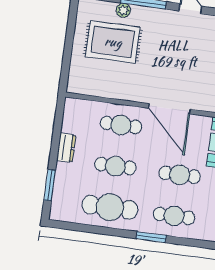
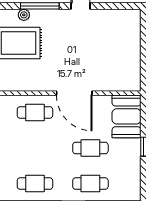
cafe table: (115, 166) -> (35, 148), removed
cafe table: (110, 207) -> (35, 184), width x0.73, depth x0.74

